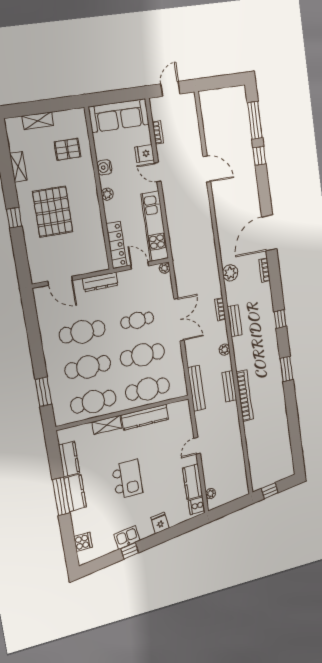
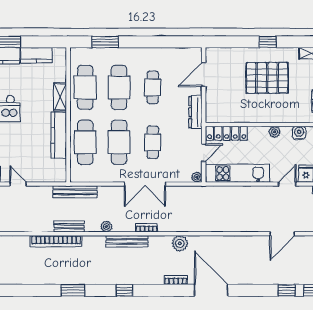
bench: (235, 321) -> (127, 241), width x1.36
cafe table: (82, 332) -> (153, 87), width x0.73, depth x0.74

